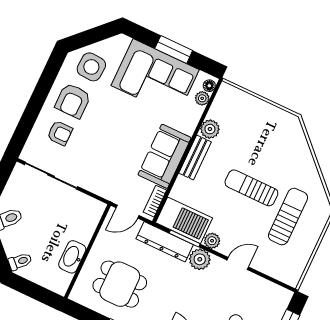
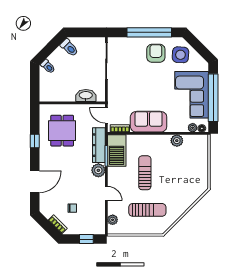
window: (174, 49) -> (213, 98), width x2.11
window: (39, 96) -> (149, 32), added
armchair: (73, 101) -> (156, 53), turned 90
armchair: (60, 133) -> (133, 55), removed
bench: (195, 157) -> (156, 140), removed
sun lounger: (251, 188) -> (145, 173), moved
plant: (212, 241) -> (113, 220), moved
washbasin: (72, 257) -> (86, 96), moved

